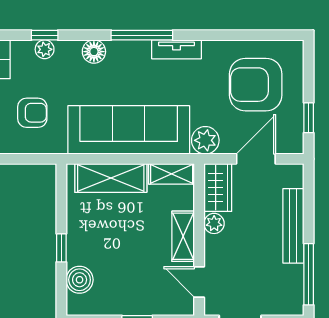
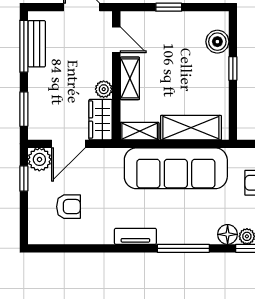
window: (142, 35) -> (183, 248), moved
floor lamp: (94, 52) -> (228, 234), moved
armchair: (256, 85) -> (69, 207), width x0.53, depth x0.53
plant: (205, 140) -> (39, 159), moved
window: (309, 200) -> (24, 109), added
bench: (293, 226) -> (37, 44), moved, width x0.73

